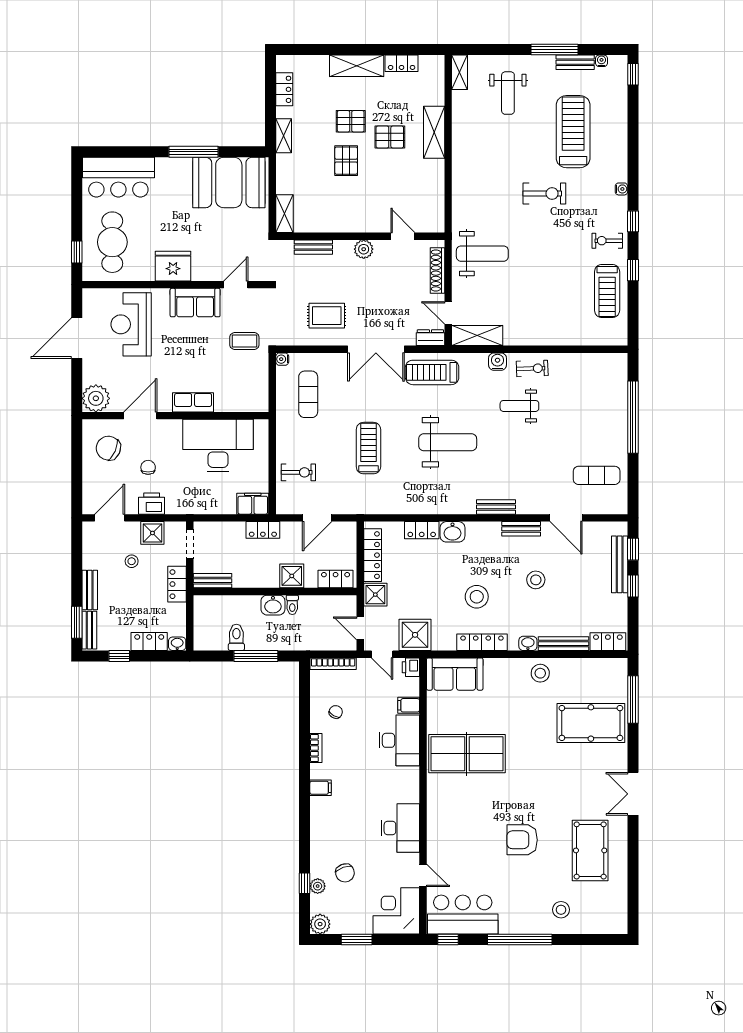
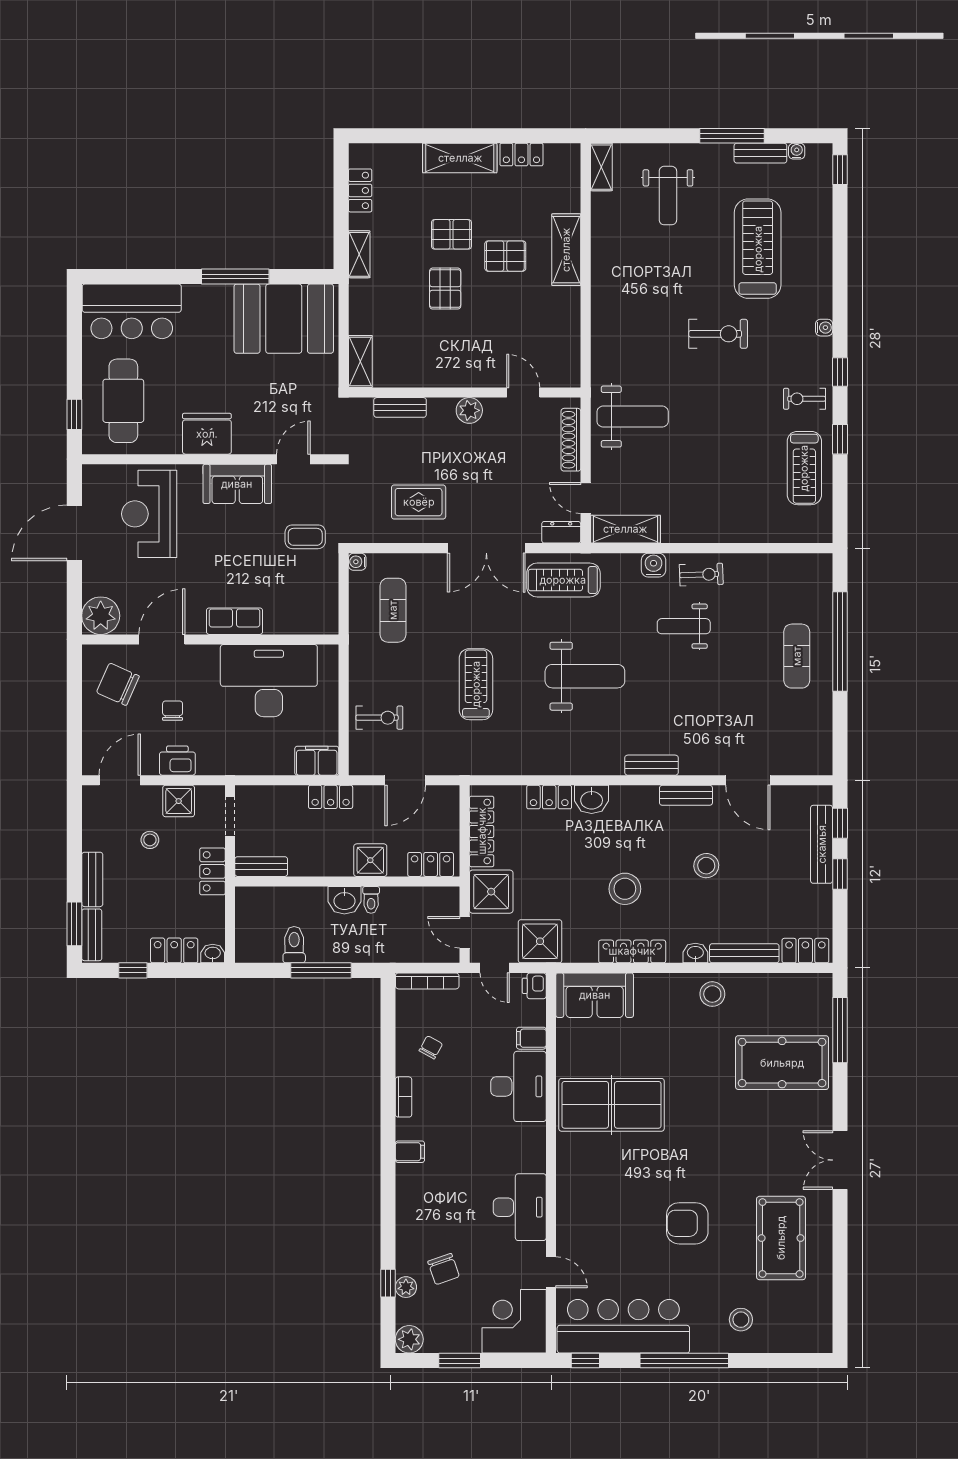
exercise mat: (597, 475) -> (797, 656), moved, turned 90
shower: (375, 595) -> (491, 892), width x1.36, depth x1.36
bar counter: (463, 915) -> (623, 1326), width x1.36

